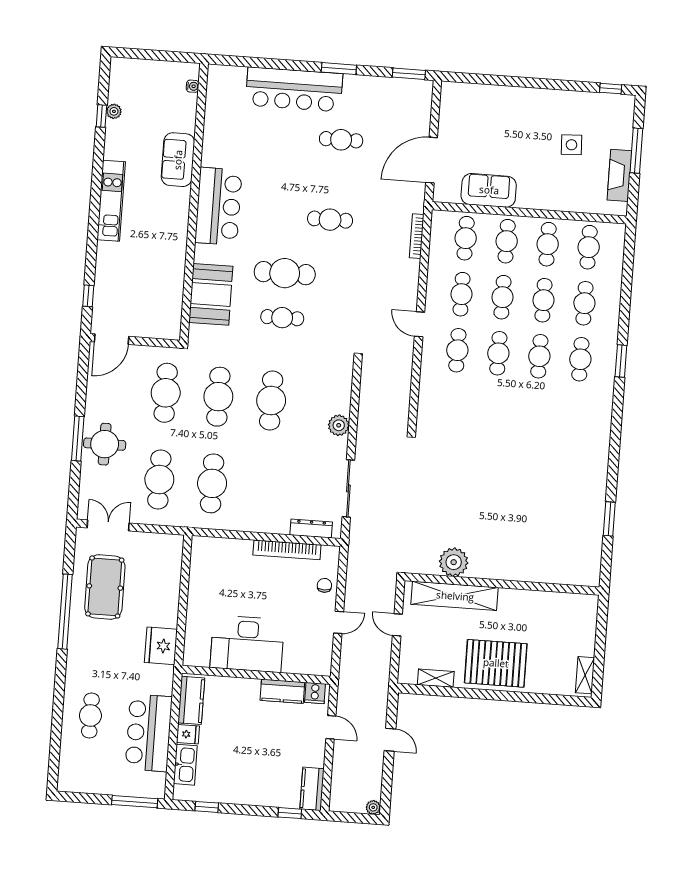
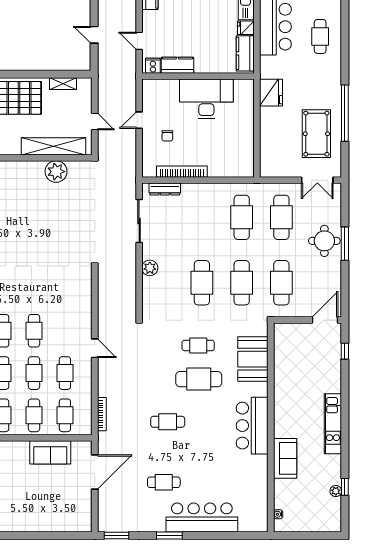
cafe table: (457, 350) -> (65, 331), removed
chair: (324, 585) -> (167, 136), moved

